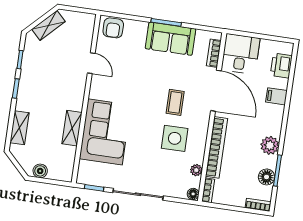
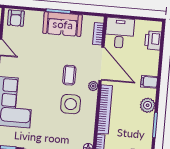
filing cabinet: (276, 96) -> (149, 82), moved
plant: (196, 170) -> (93, 86), moved
floor lamp: (267, 177) -> (146, 131), removed

